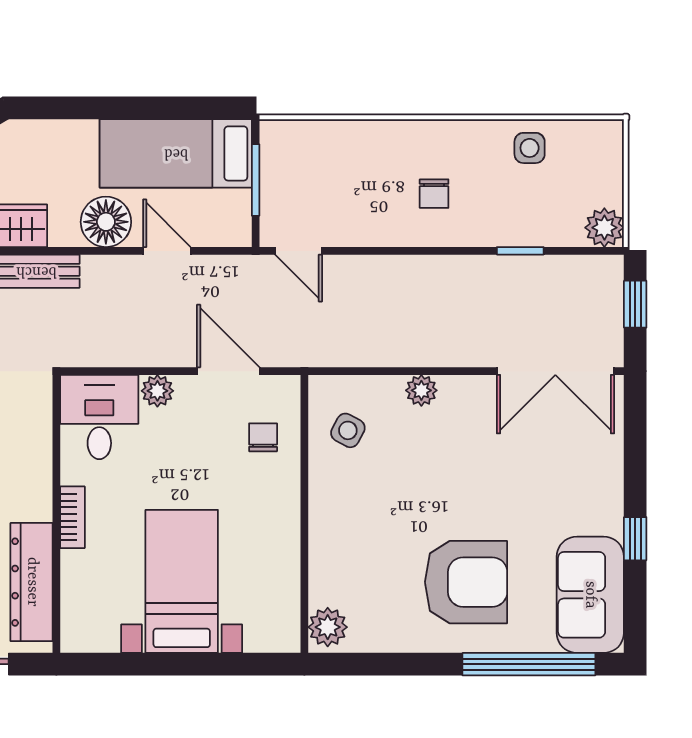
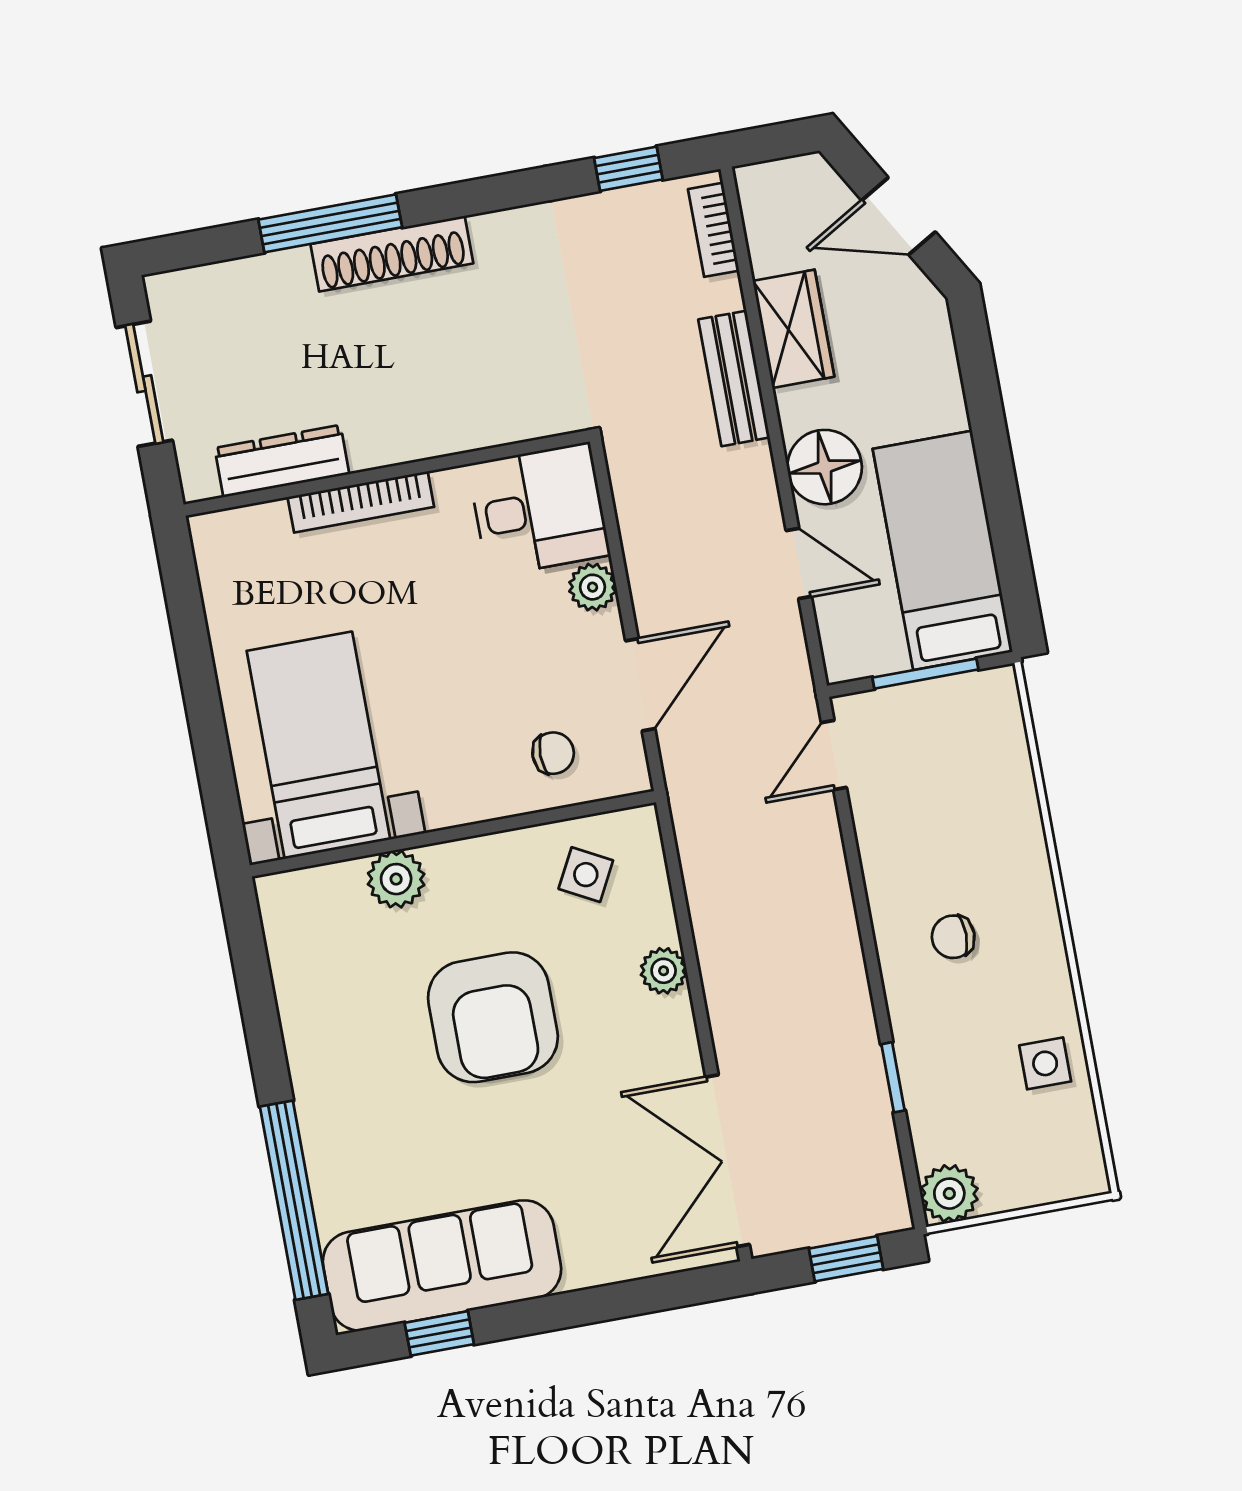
door: (167, 251) -> (799, 563), hinge flipped
bookcase: (72, 517) -> (361, 502), width x1.56
window: (635, 539) -> (439, 1333), moved
bed with nightstands: (182, 581) -> (318, 745), moved, turned -90
dresser: (32, 582) -> (282, 461), width x0.73, depth x0.80
armchair: (466, 582) -> (493, 1017), moved
sofa: (590, 595) -> (442, 1265), width x1.36
plant: (328, 627) -> (396, 879), moved

